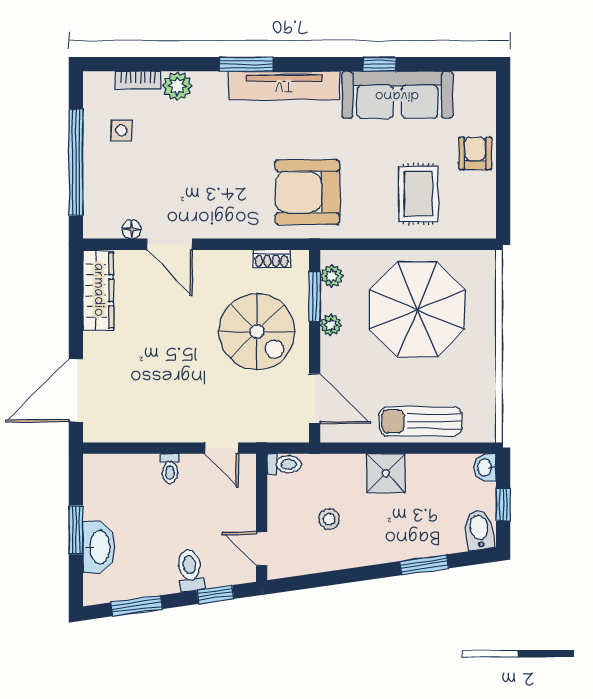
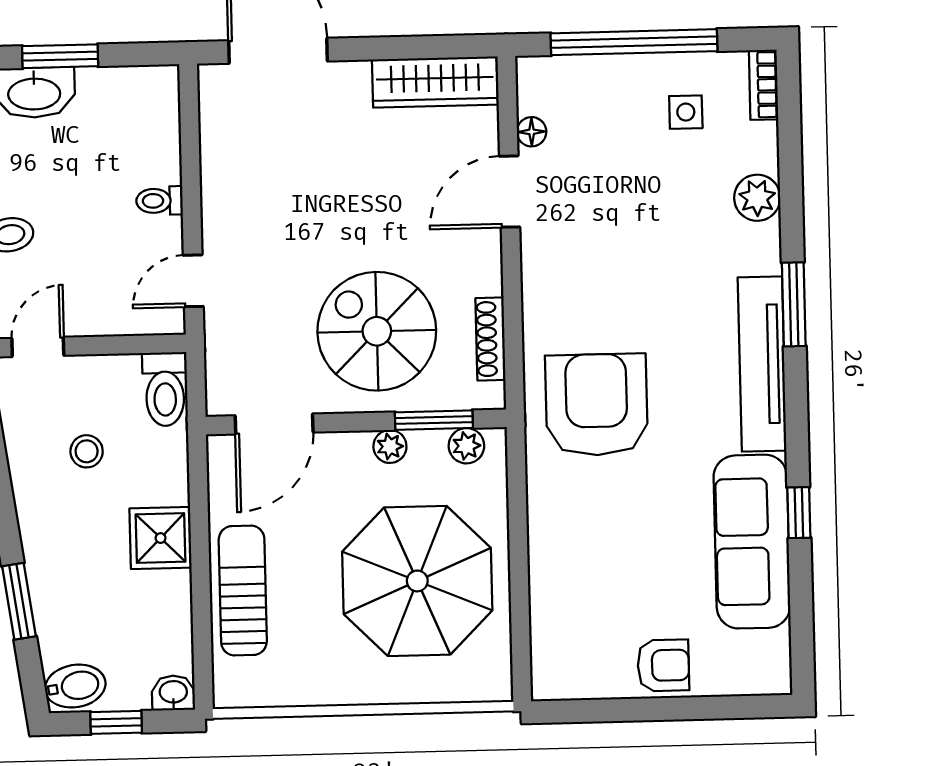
bookcase: (138, 80) -> (764, 85), moved
rug: (418, 194) -> (598, 578), removed
shoe rack: (272, 259) -> (490, 339), width x1.43
spiral stairs: (257, 332) -> (377, 331), turned 90
toilet: (284, 464) -> (165, 389), width x1.37, depth x1.39

